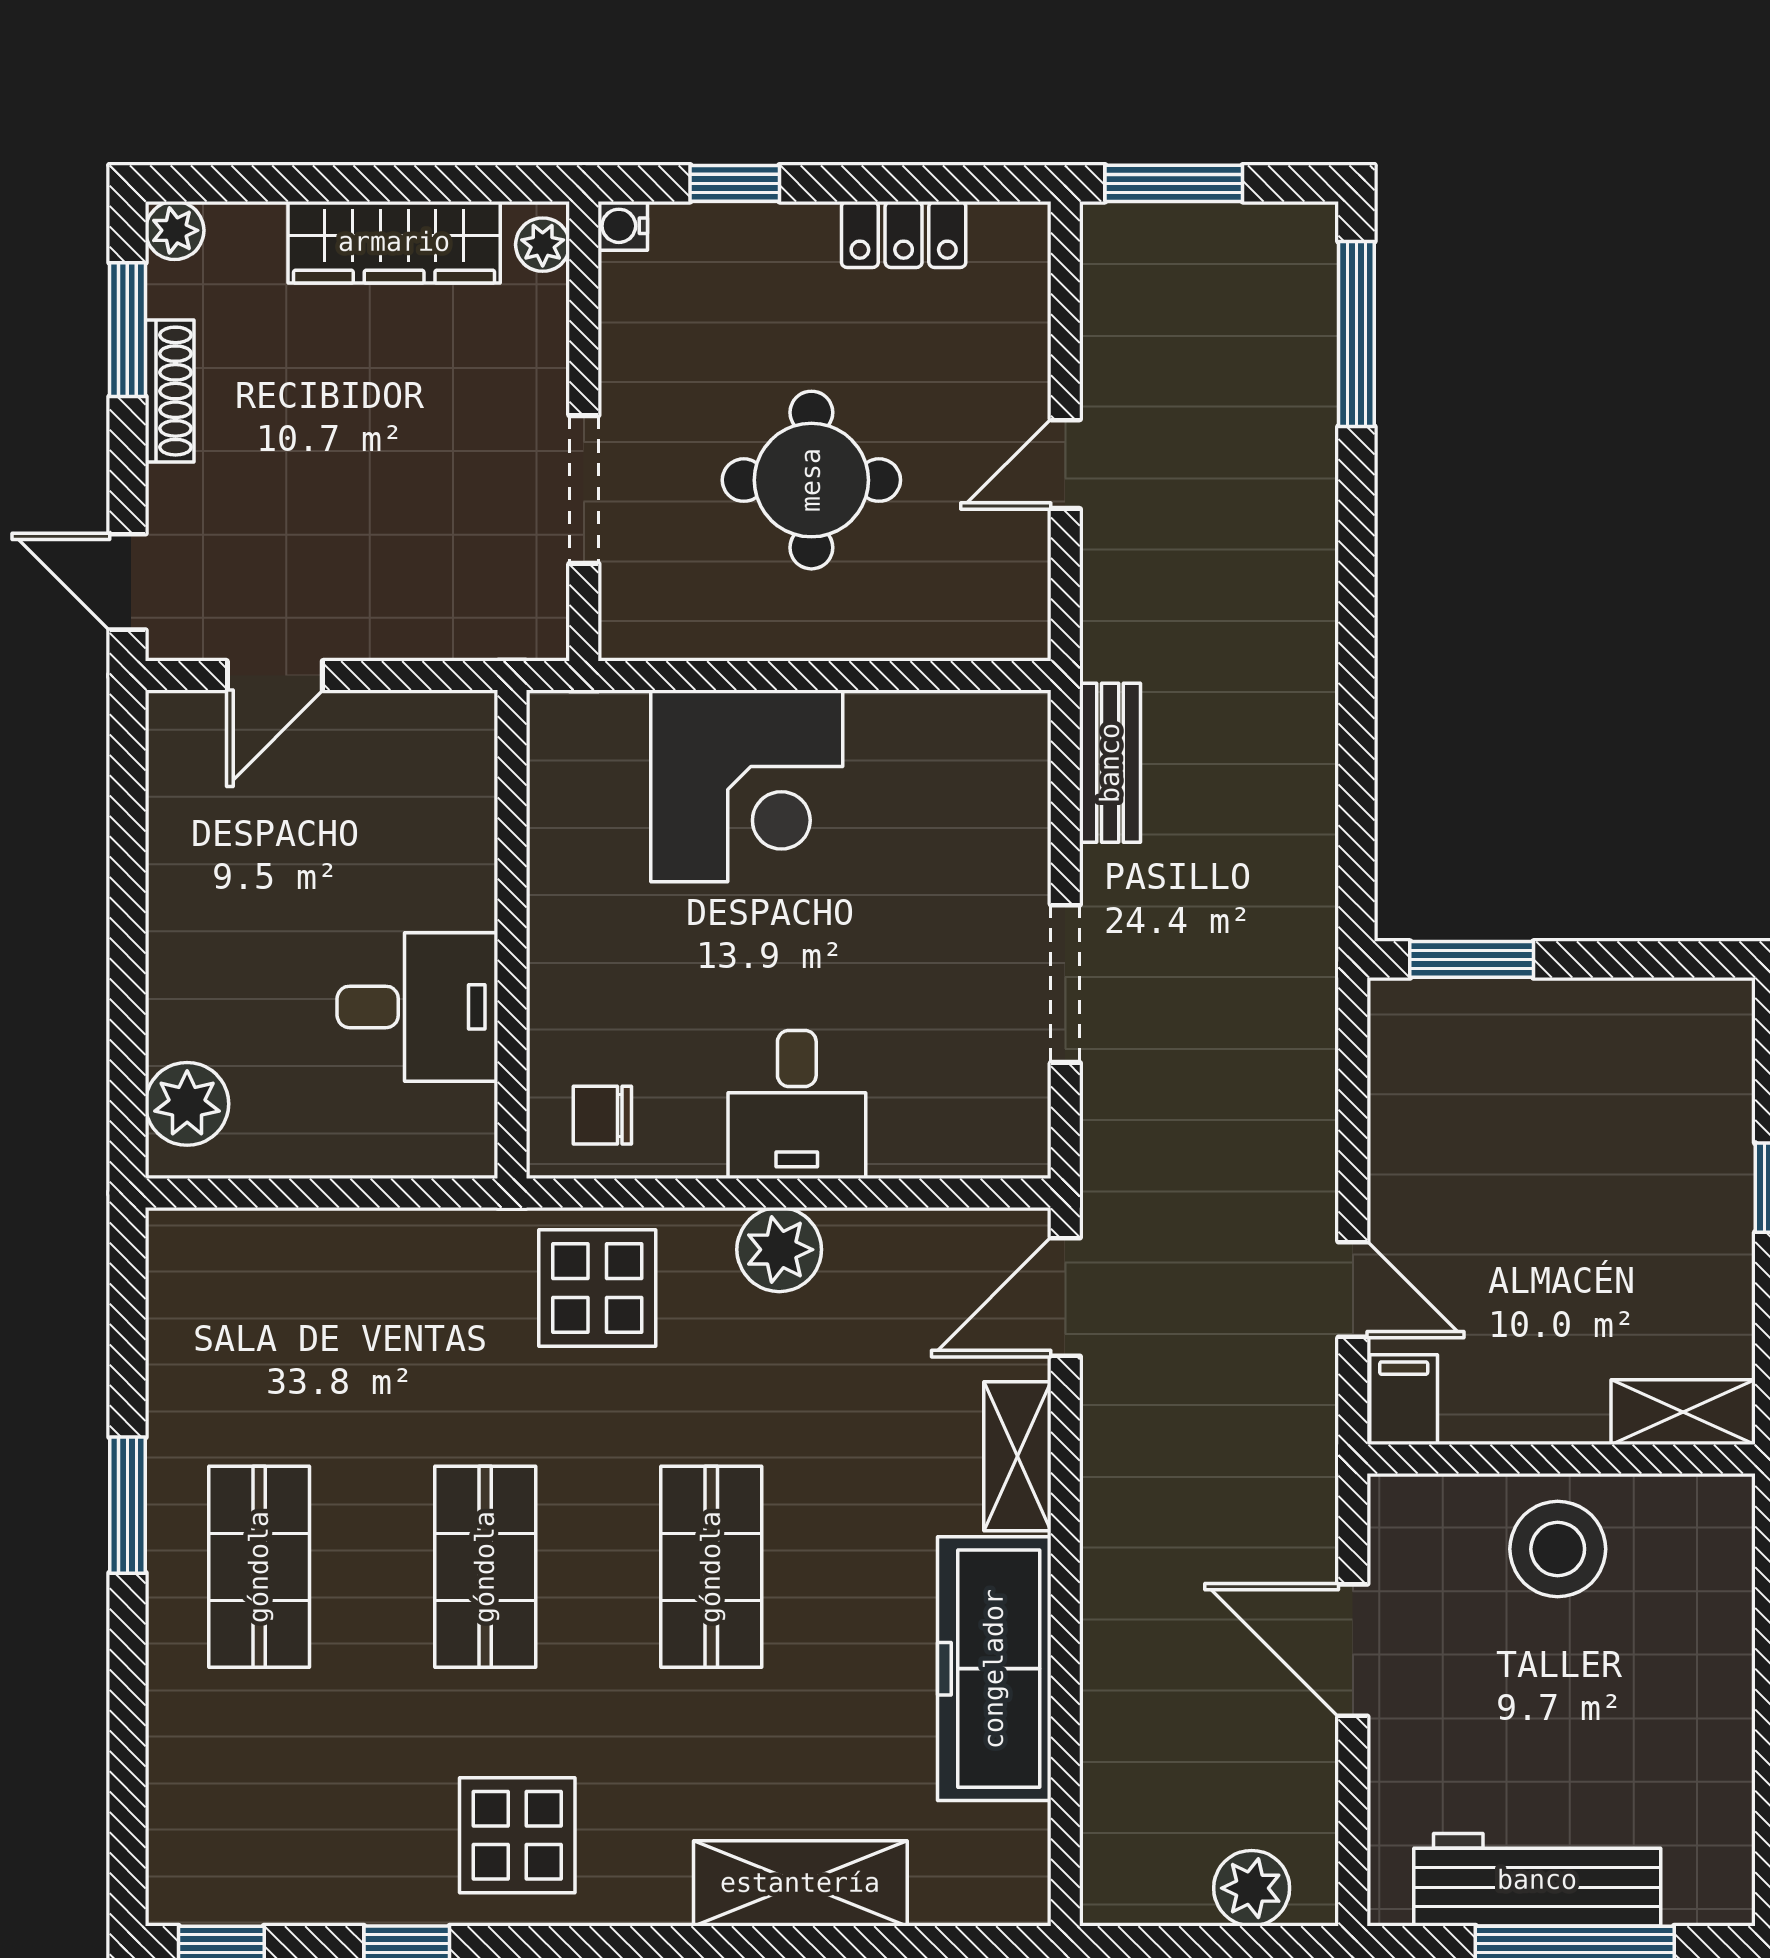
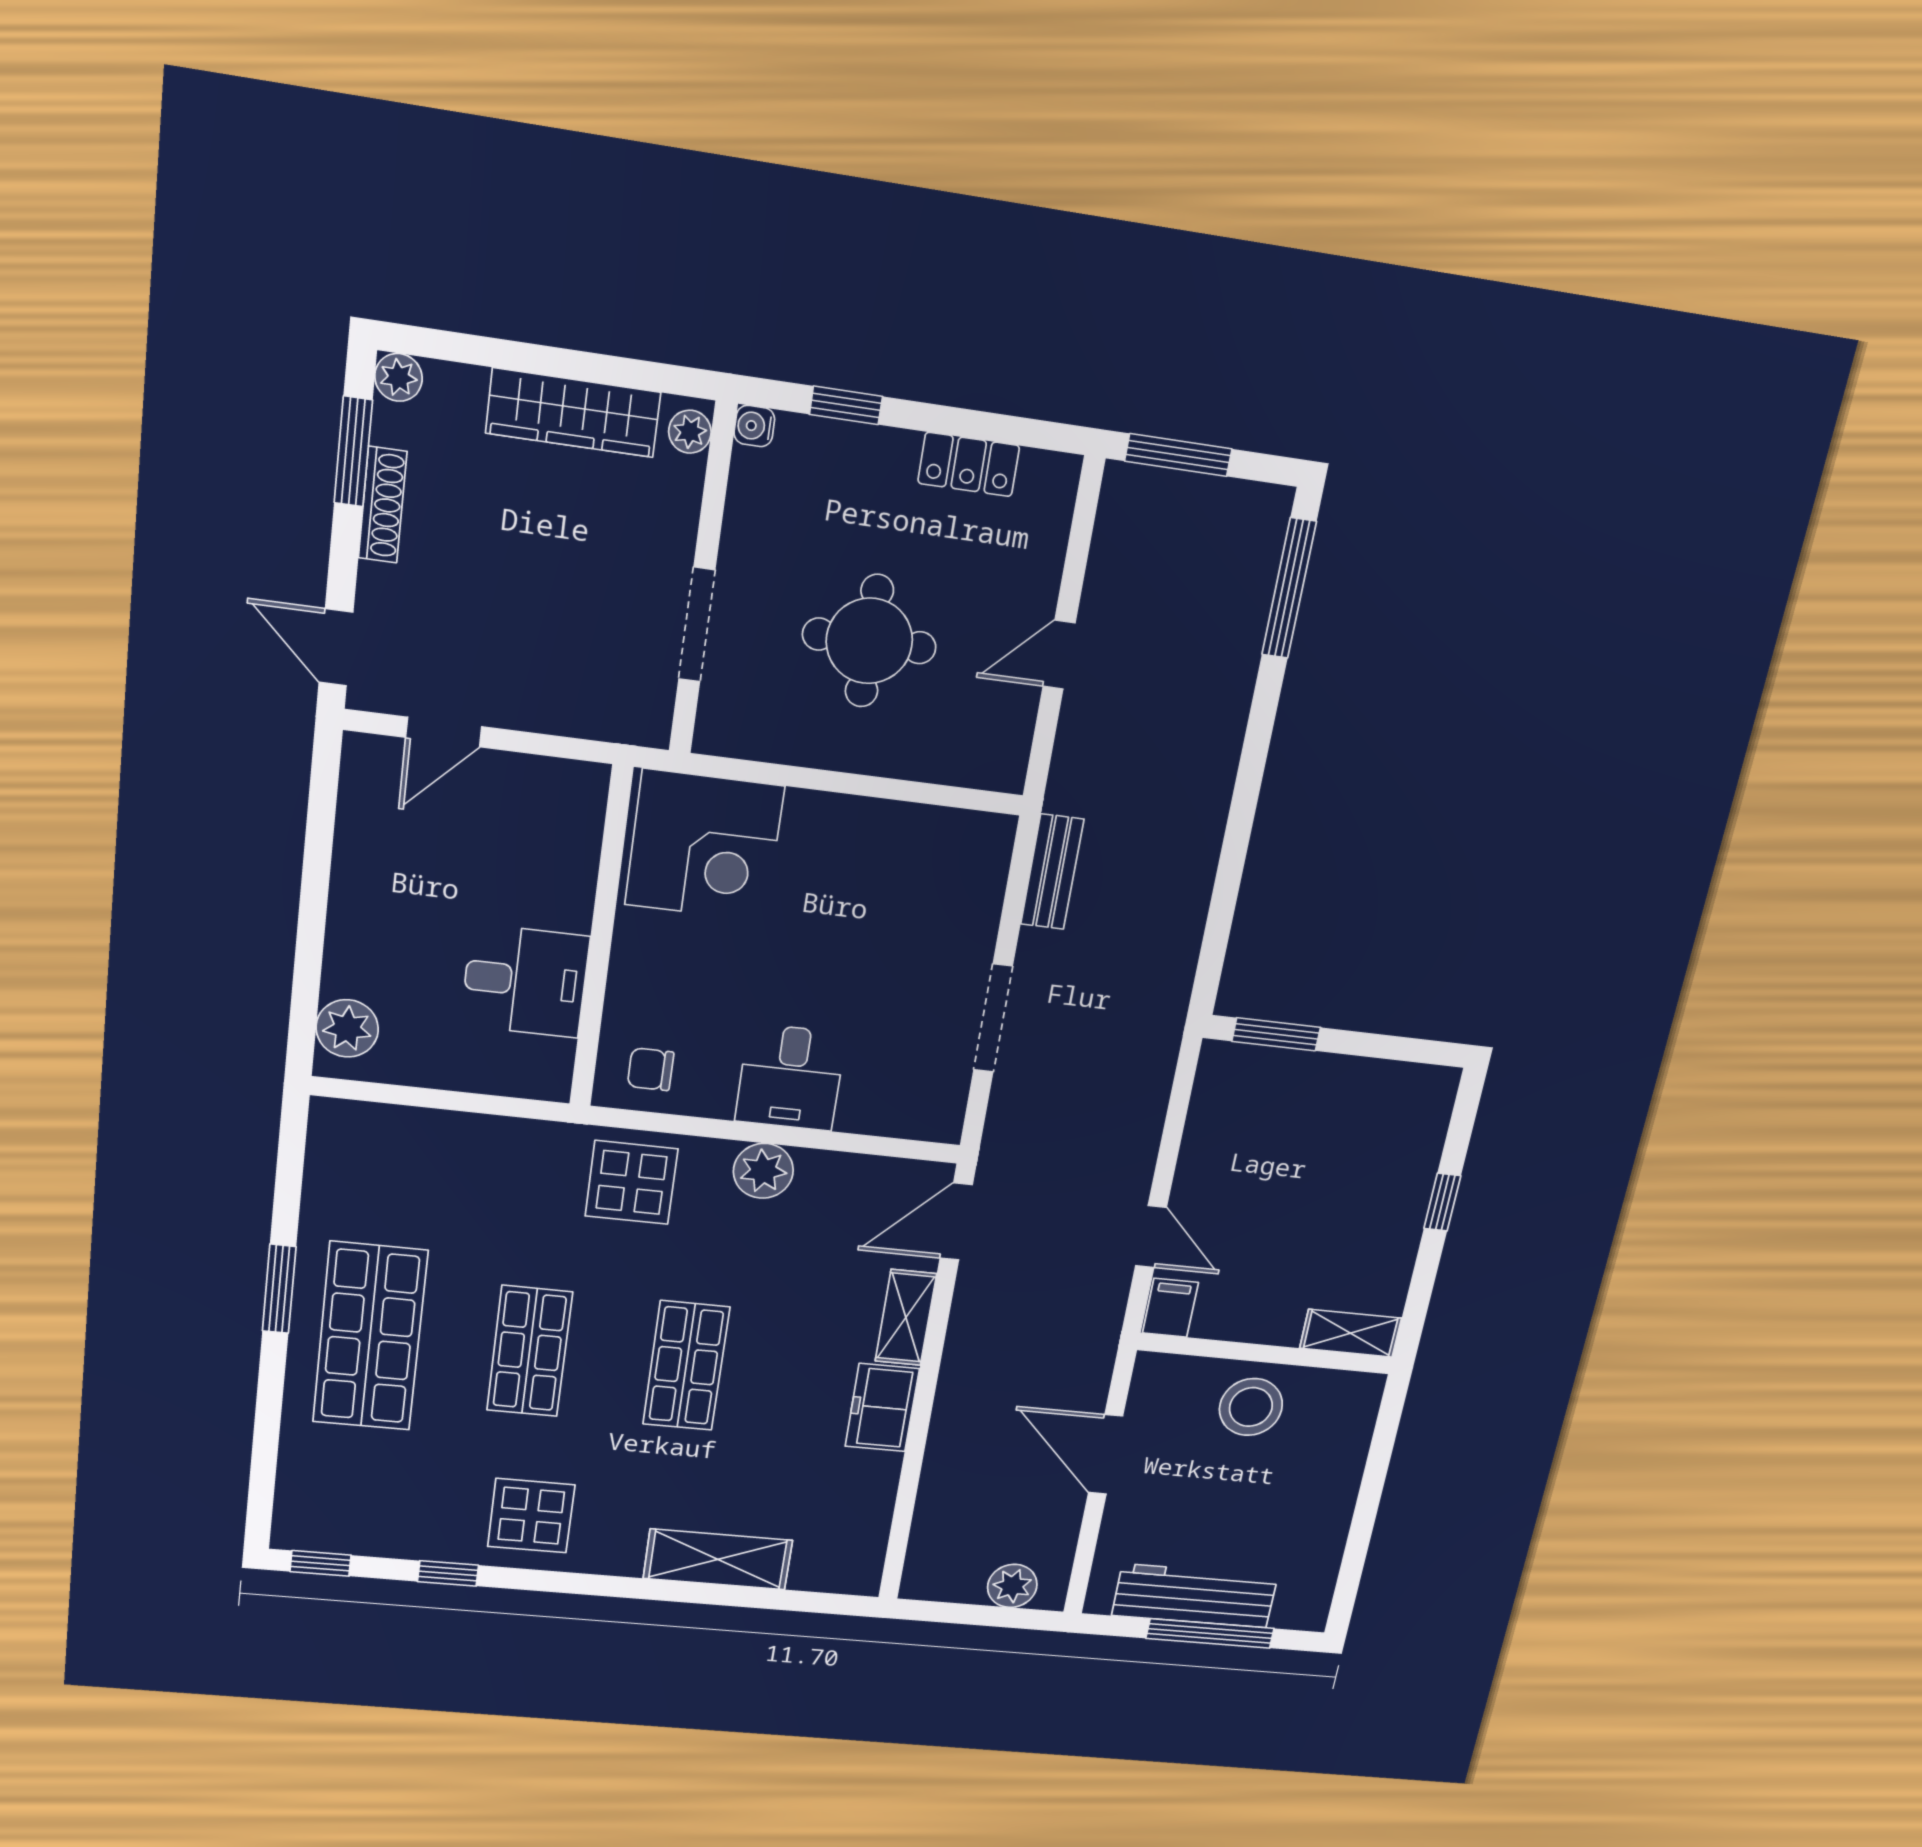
corner desk: (747, 786) -> (704, 846), moved
shop shelf: (259, 1567) -> (370, 1337), width x1.43, depth x1.36
freezer: (994, 1669) -> (882, 1408), width x0.52, depth x0.79

